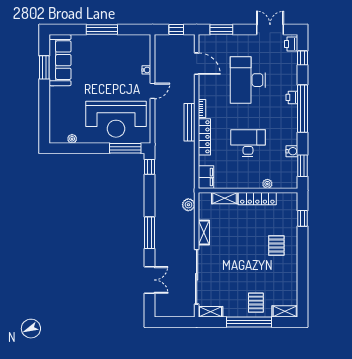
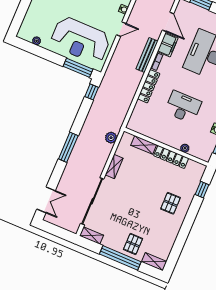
bench: (189, 122) -> (147, 55), moved
filing cabinet: (206, 177) -> (168, 45), moved
double door: (149, 280) -> (46, 200), moved

